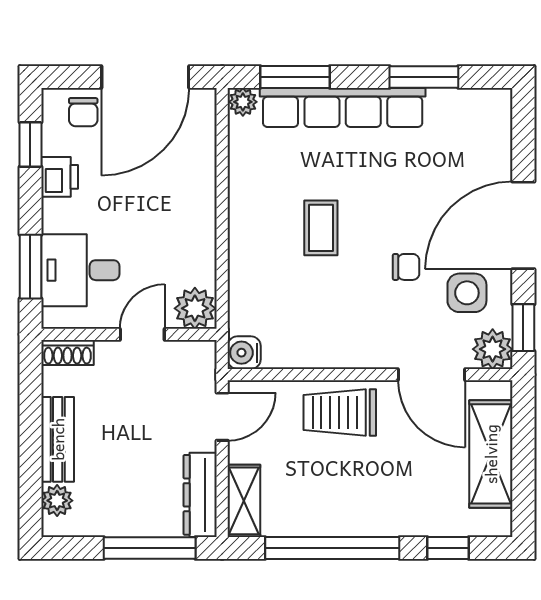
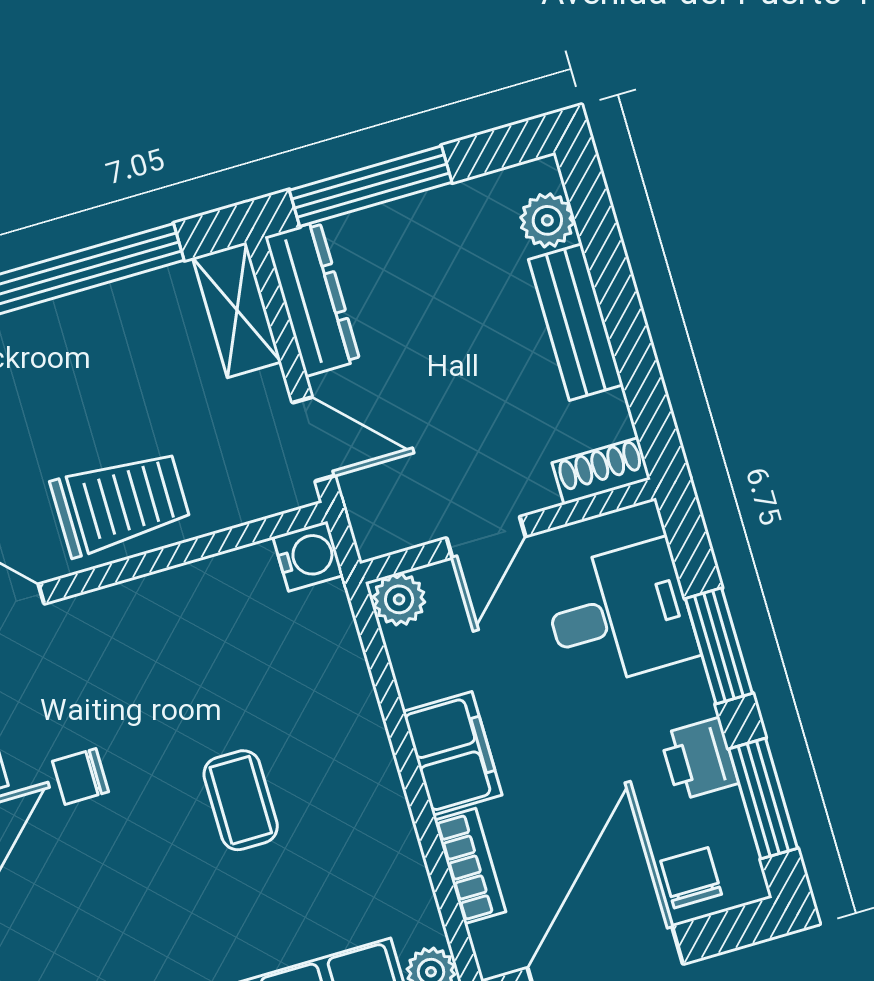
window: (30, 145) -> (763, 799), width x1.50
bookcase: (204, 154) -> (470, 866), added
filing cabinet: (196, 220) -> (452, 753), added
window: (30, 267) -> (719, 646), moved
plant: (195, 308) -> (399, 599), width x0.73, depth x0.73
door: (222, 417) -> (314, 439), swing flipped

